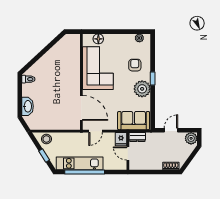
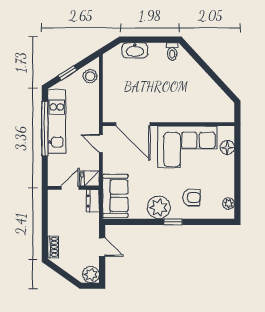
door: (81, 108) -> (133, 124), hinge flipped

